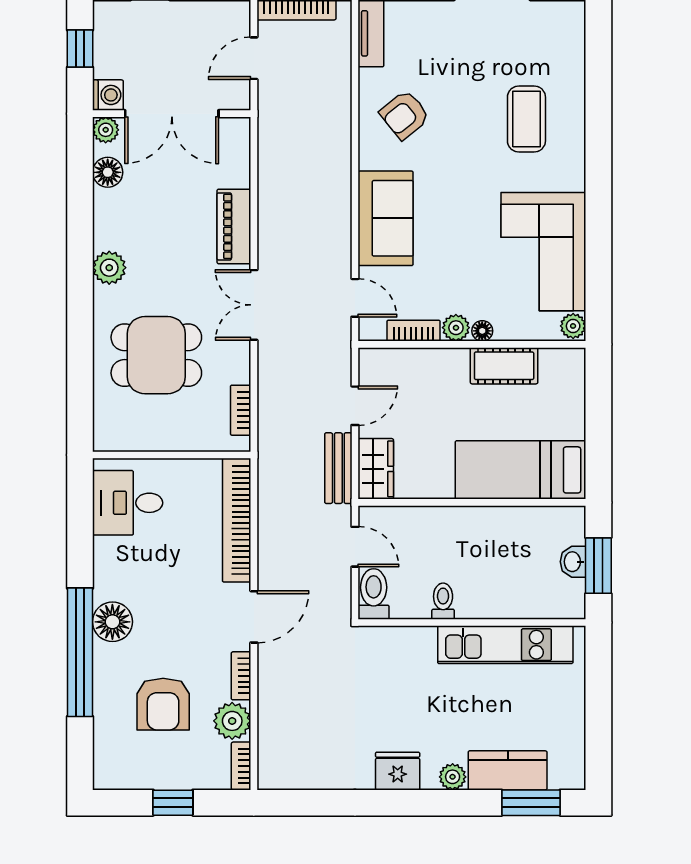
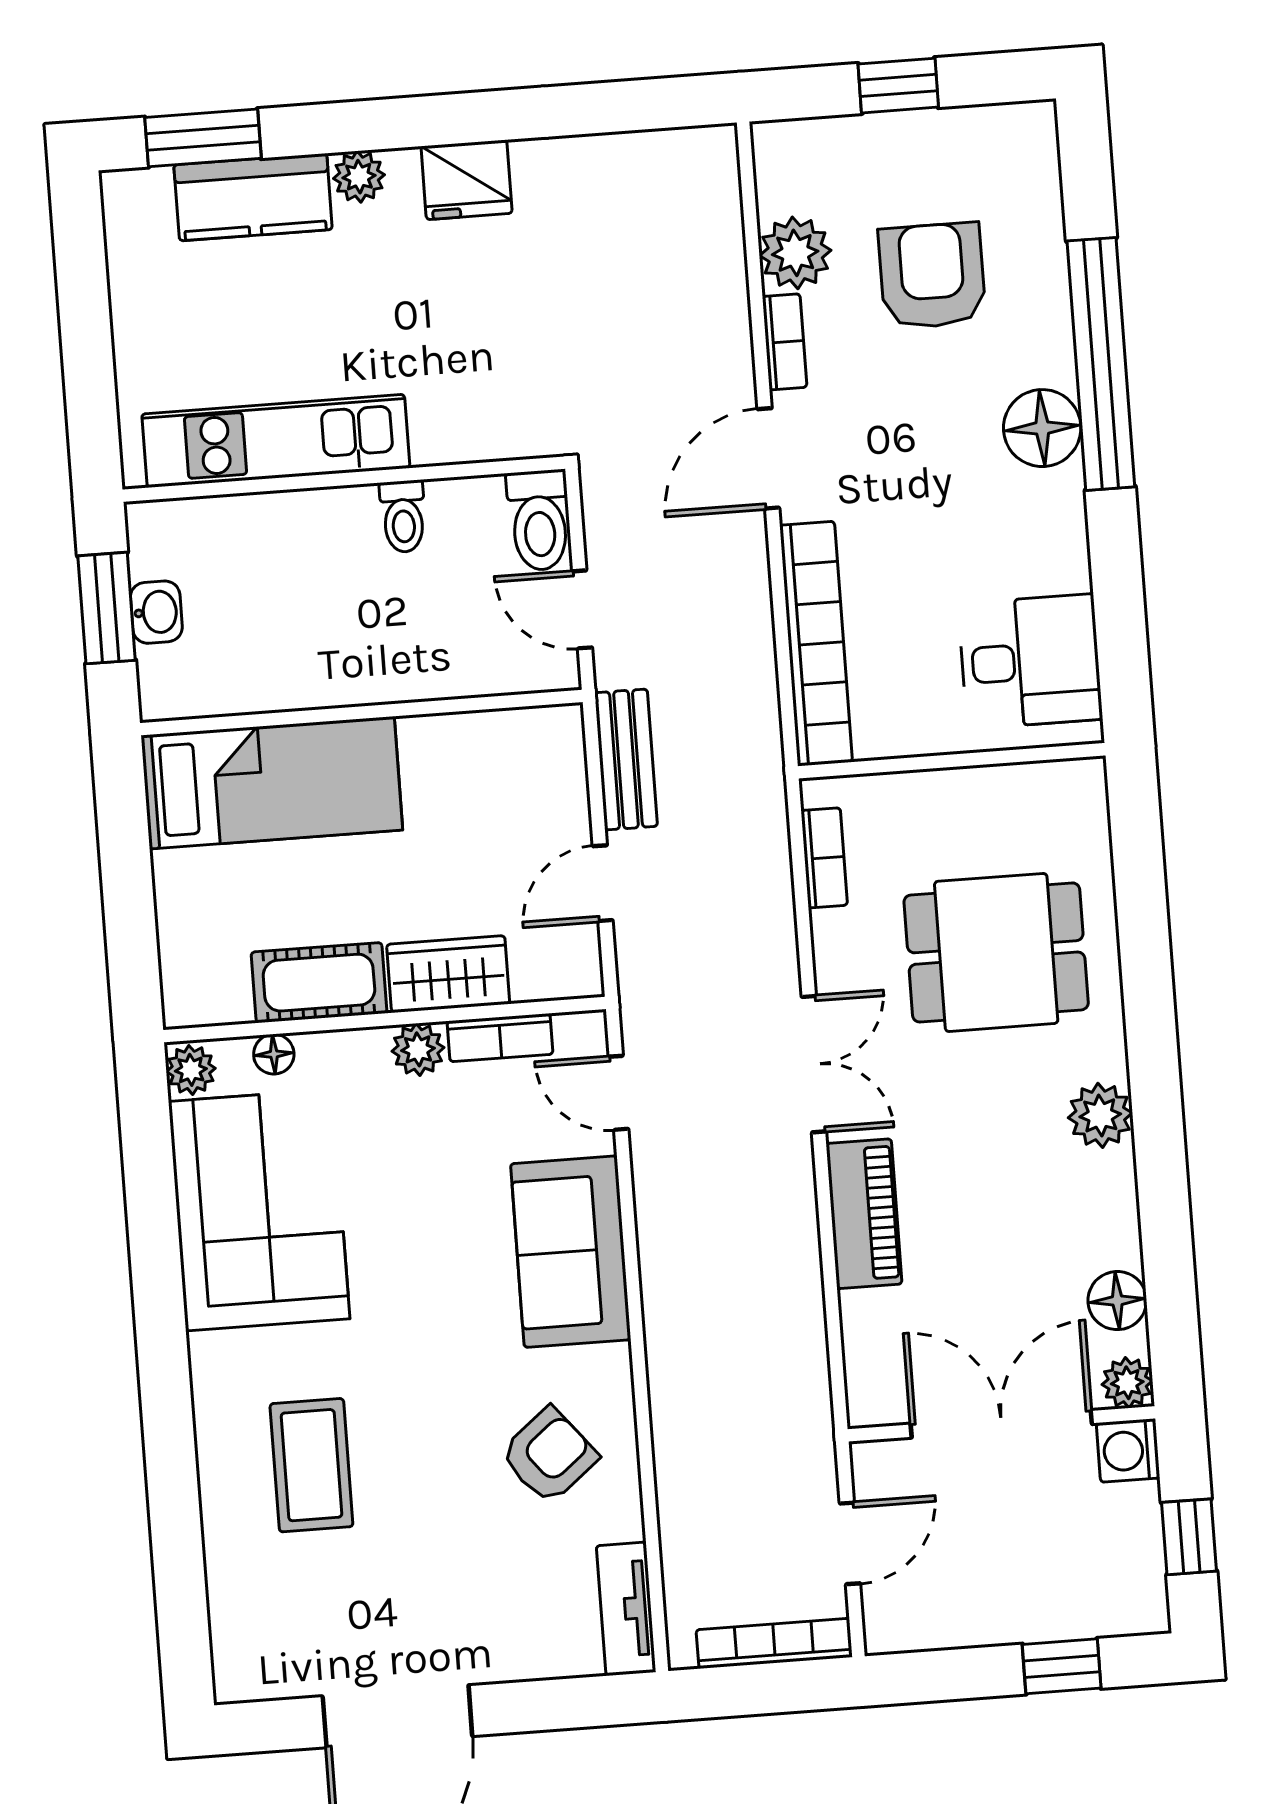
floor lamp: (482, 331) -> (274, 1054), moved
wardrobe: (376, 469) -> (448, 974), moved, turned 90
bookcase: (241, 766) -> (771, 167), removed

